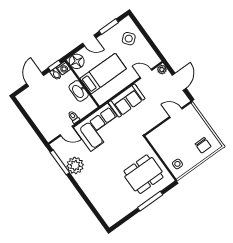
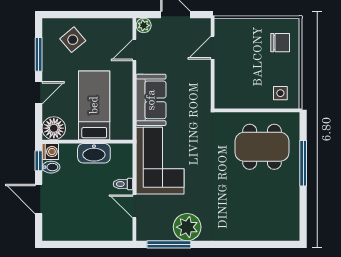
door: (66, 131) -> (134, 206), swing flipped
dining table: (143, 174) -> (262, 147), turned 90

